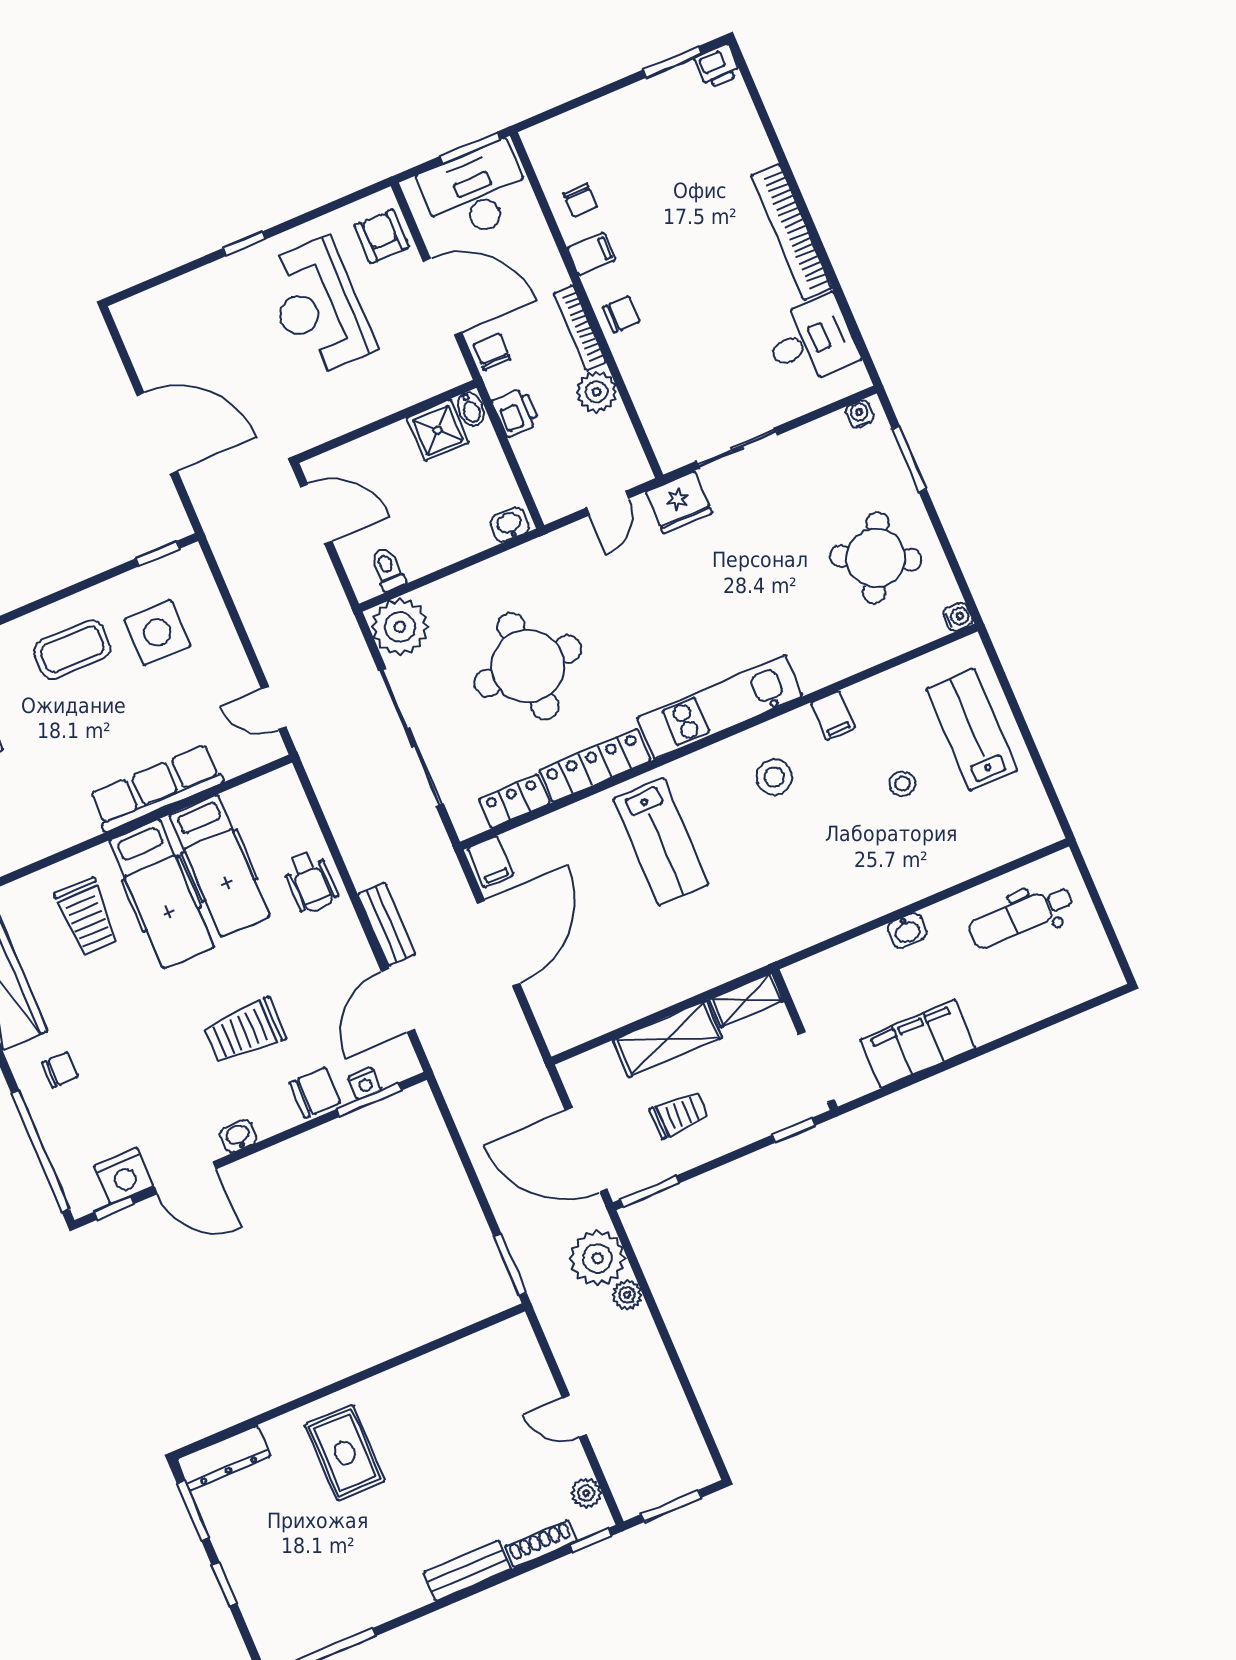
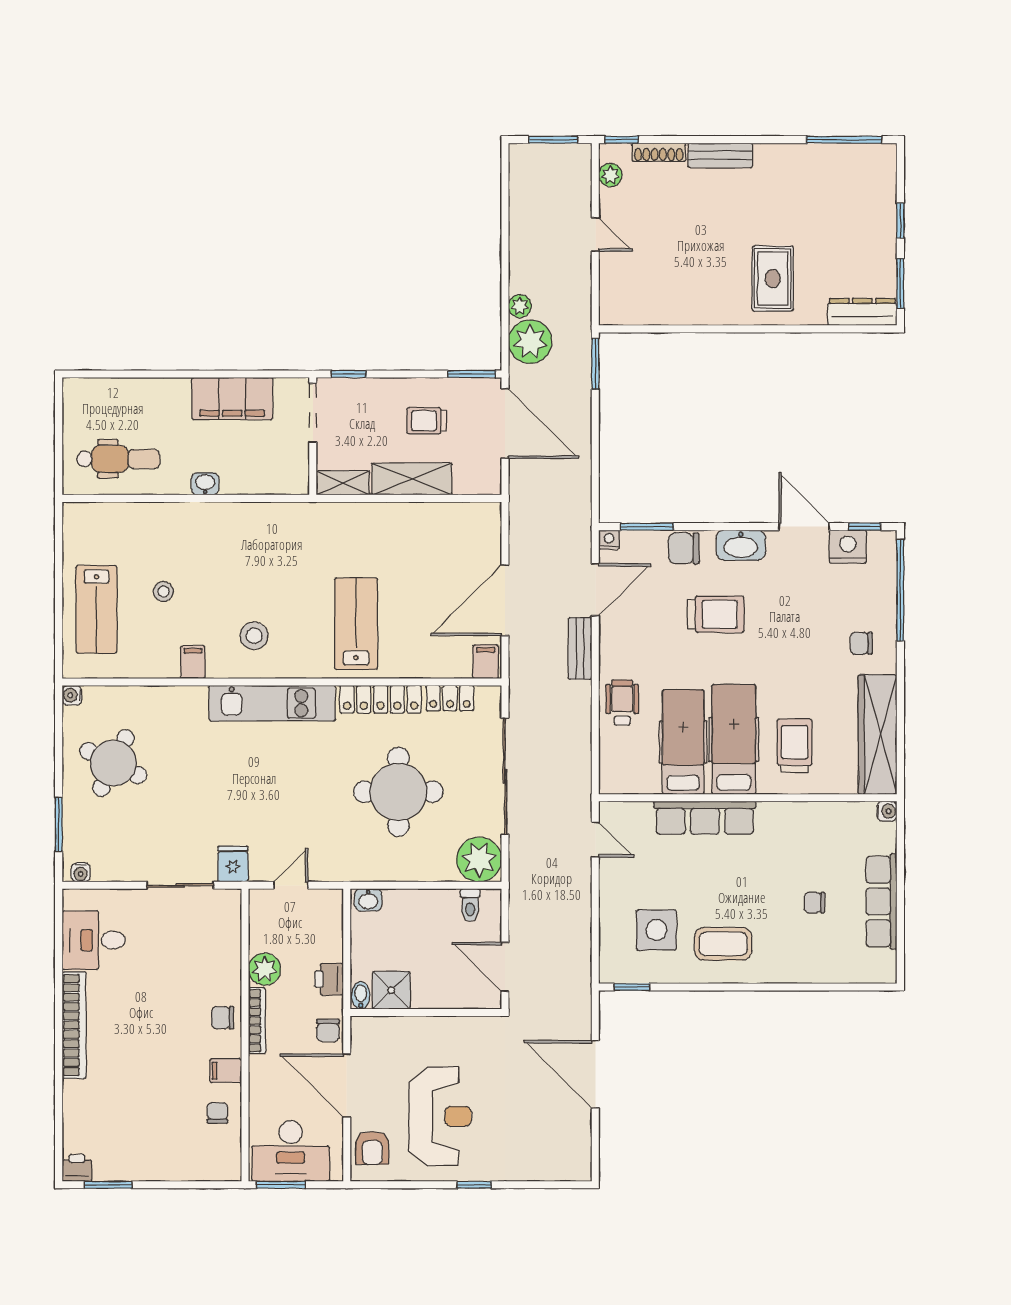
fridge: (679, 502) -> (233, 864), width x0.72
nightstand: (365, 1083) -> (609, 540), moved
washbasin: (238, 1136) -> (741, 545), width x1.91, depth x1.45

